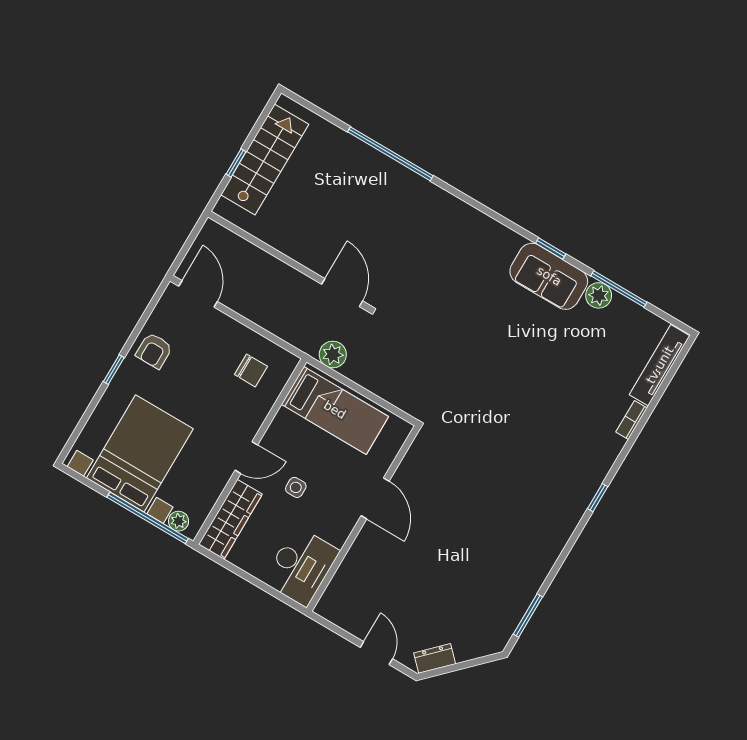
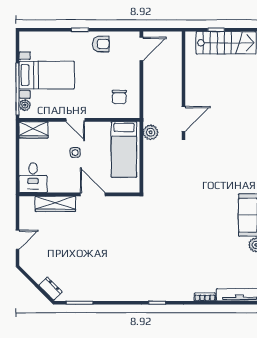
armchair: (154, 351) -> (101, 44), turned 180
bed with nightstands: (140, 453) -> (47, 75), width x0.73
door: (375, 498) -> (93, 194), swing flipped
wardrobe: (230, 519) -> (34, 130), width x0.67
wardrobe: (356, 564) -> (55, 204), added
desk: (301, 566) -> (33, 178), width x0.73
dresser: (435, 658) -> (51, 288), moved

